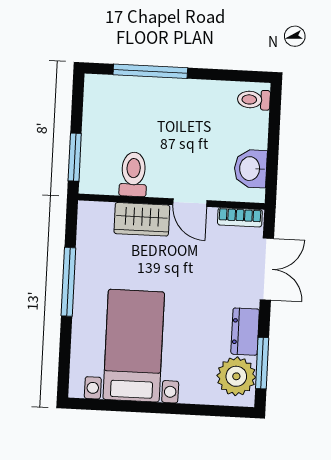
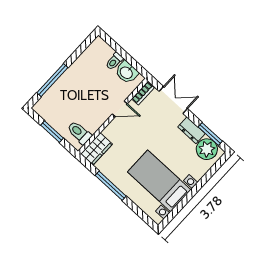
toilet: (254, 100) -> (114, 61), moved
window: (75, 157) -> (52, 132), moved
toilet: (133, 174) -> (79, 133), moved
wardrobe: (142, 219) -> (97, 149), moved

